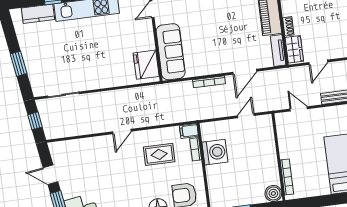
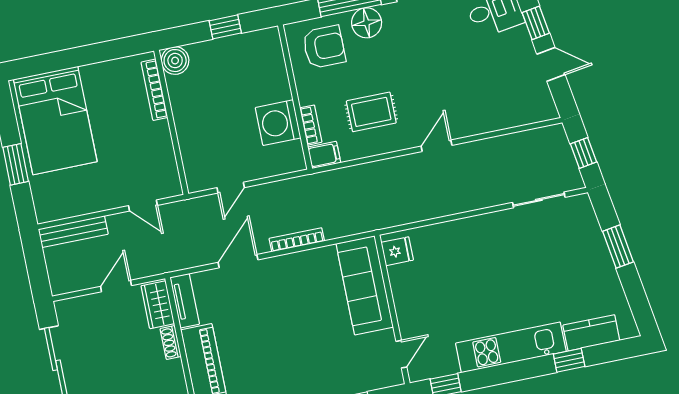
fridge: (146, 65) -> (397, 251), width x0.53, depth x0.75

